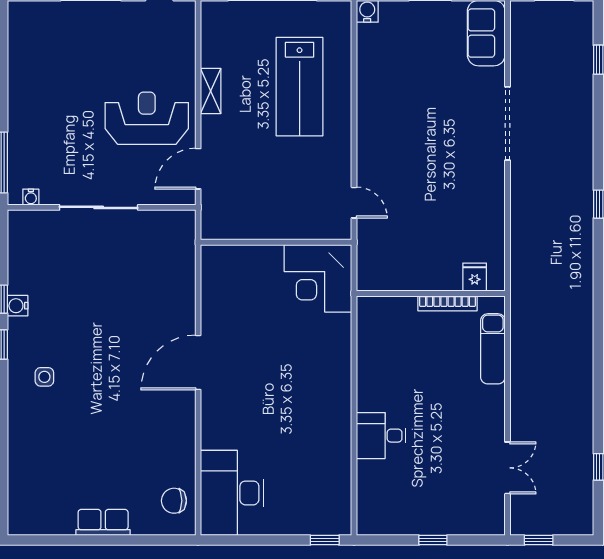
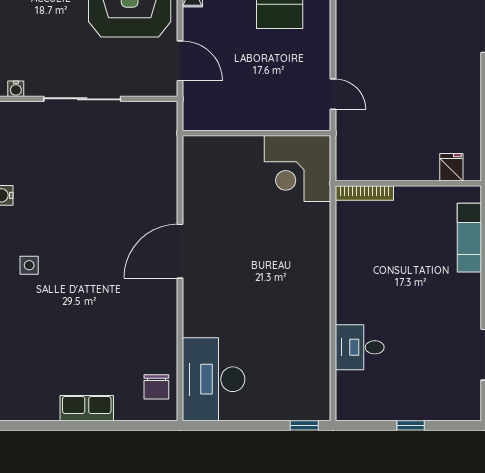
door: (198, 169) -> (180, 61), swing flipped
bookcase: (447, 303) -> (364, 193), moved
desk: (381, 436) -> (360, 347), moved
chair: (174, 501) -> (156, 387), turned -90

